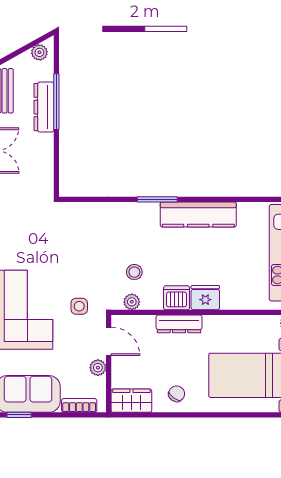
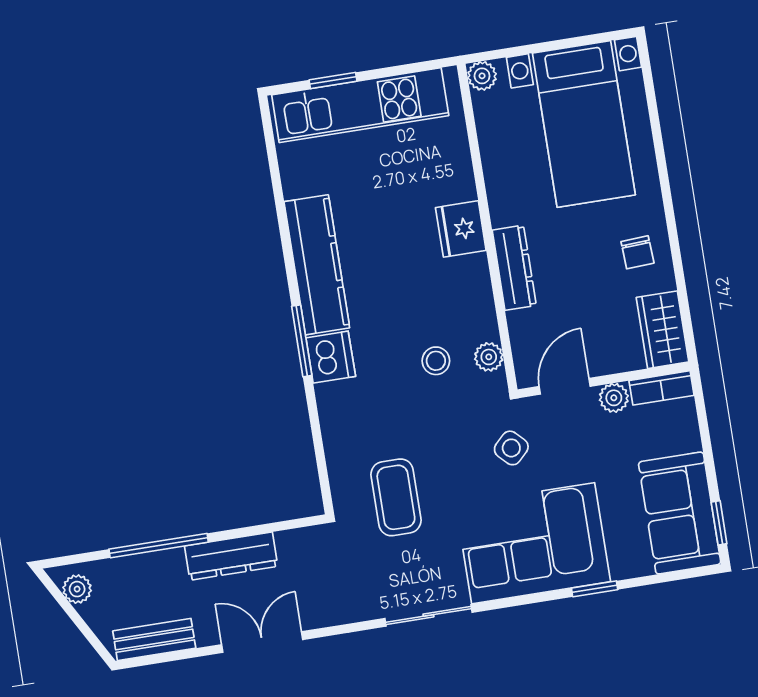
dresser: (44, 107) -> (231, 556), moved
coffee table: (62, 238) -> (396, 497), added
dishwasher: (177, 298) -> (331, 357), moved, turned 180
side table: (79, 306) -> (511, 448), turned 45
chair: (177, 394) -> (637, 252), turned -129
bookcase: (79, 405) -> (662, 388), moved, turned -90

